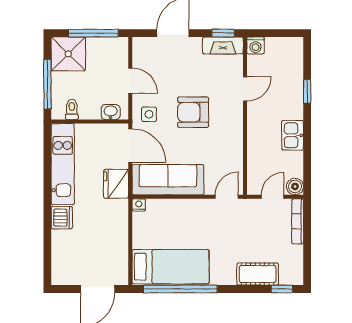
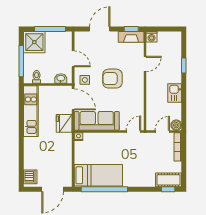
dishwasher: (62, 218) -> (30, 177), moved
cot: (258, 274) -> (169, 180), moved

